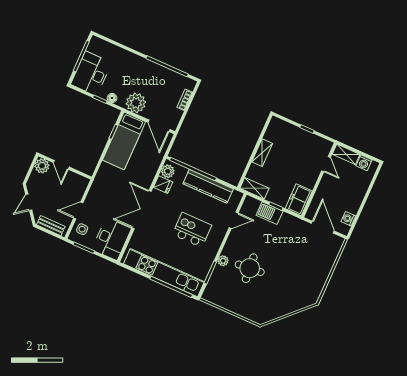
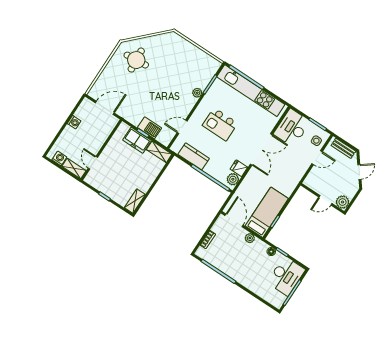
plant: (136, 103) -> (250, 238), width x0.53, depth x0.53
shelving: (262, 153) -> (135, 201), moved
door: (61, 165) -> (325, 200), swing flipped
kitchen counter: (208, 186) -> (194, 156), width x0.67
freezer: (299, 200) -> (137, 140), moved, turned 90
washing machine: (348, 219) -> (74, 122), moved
door: (323, 227) -> (105, 108), swing flipped
round table: (250, 268) -> (136, 60), moved

